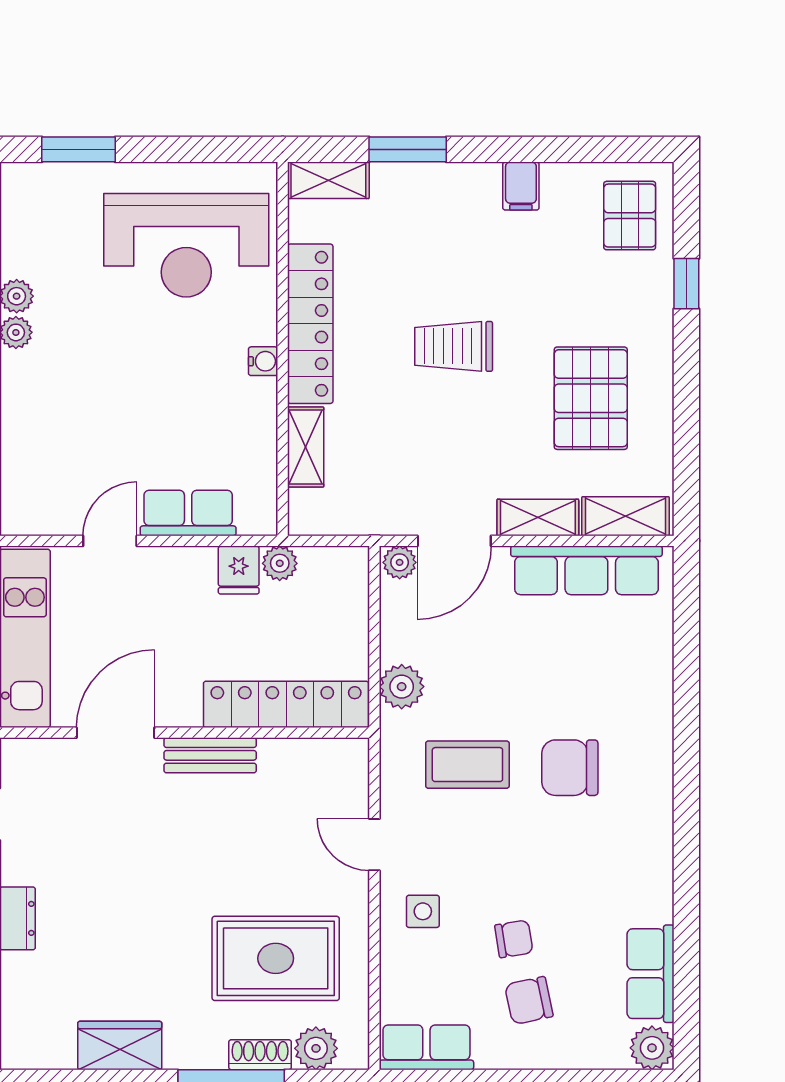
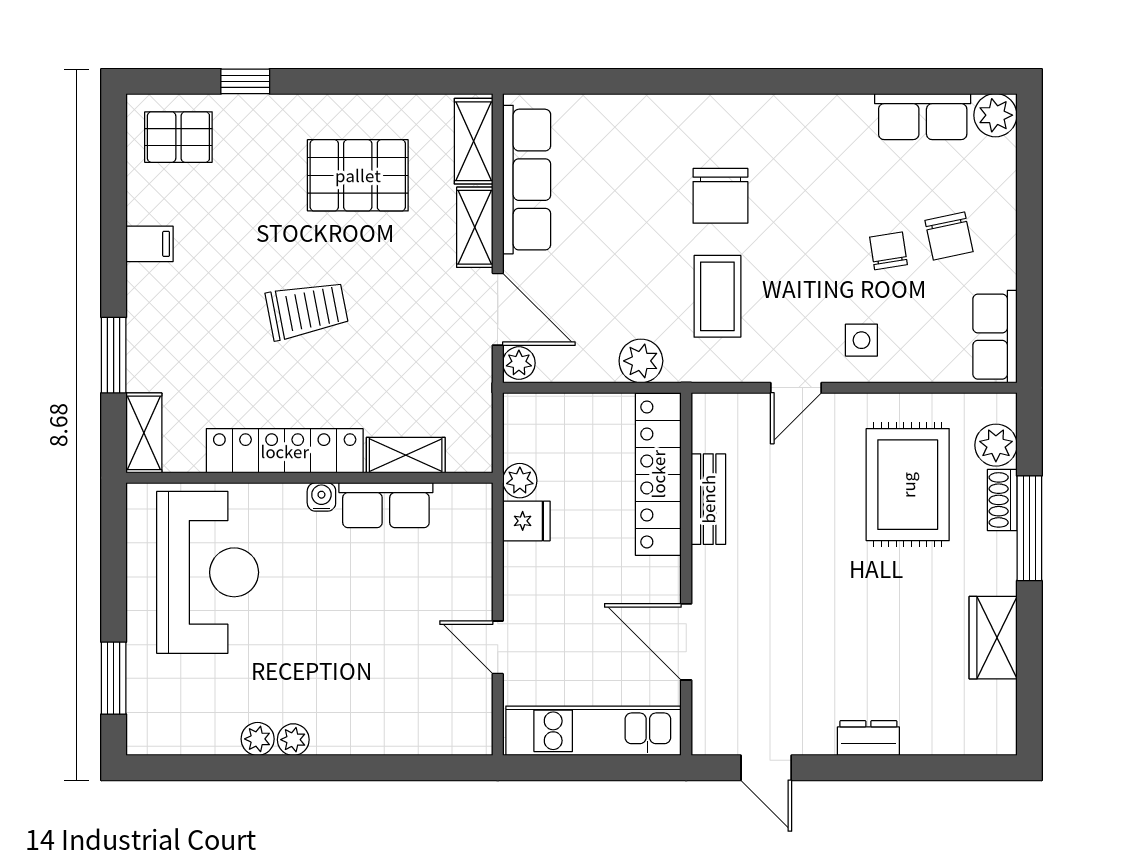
trolley: (454, 346) -> (307, 310), turned -101
row of seats: (188, 513) -> (386, 505), moved, turned -90
bench: (210, 755) -> (708, 499), moved

